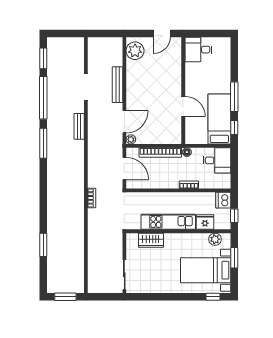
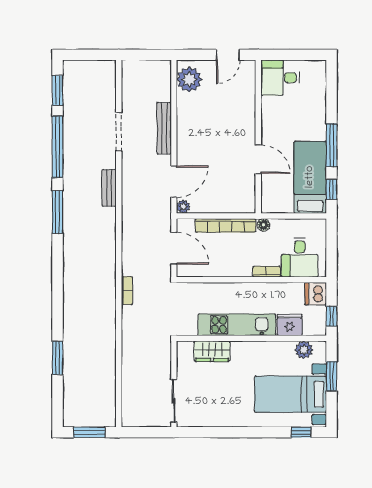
desk: (217, 160) -> (300, 257), moved, turned 90

